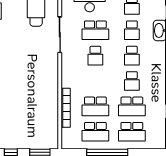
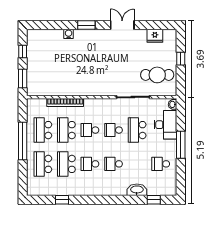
school desk: (132, 30) -> (90, 130), moved

